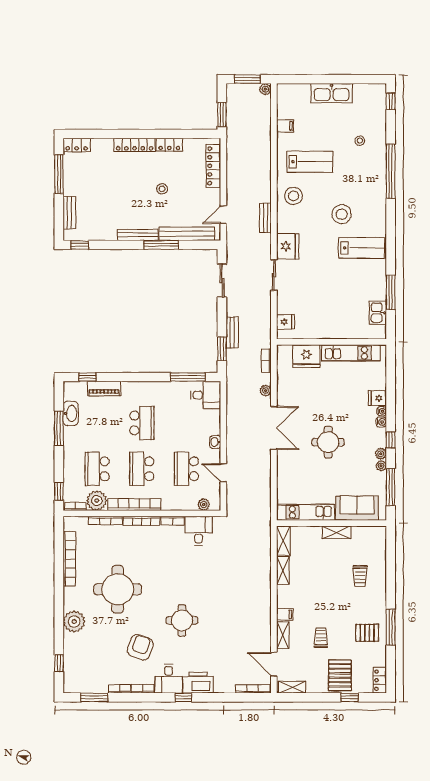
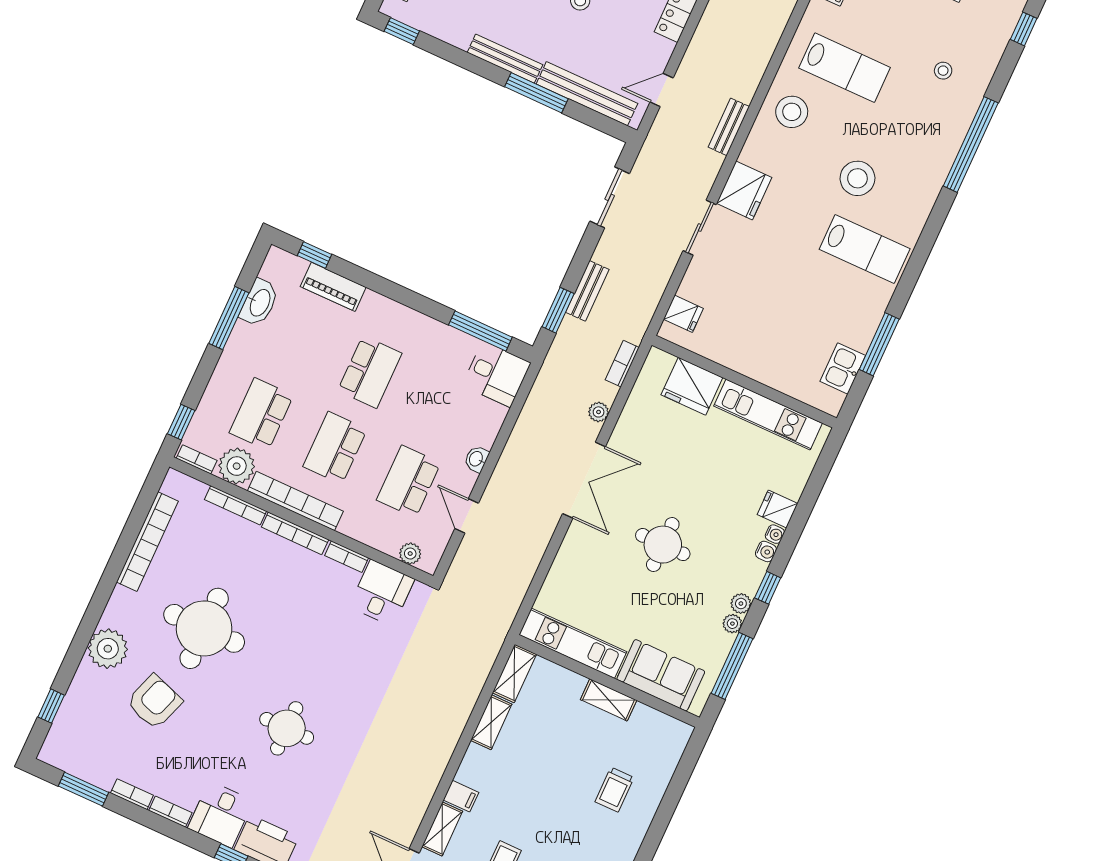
armchair: (140, 647) -> (154, 702), moved

